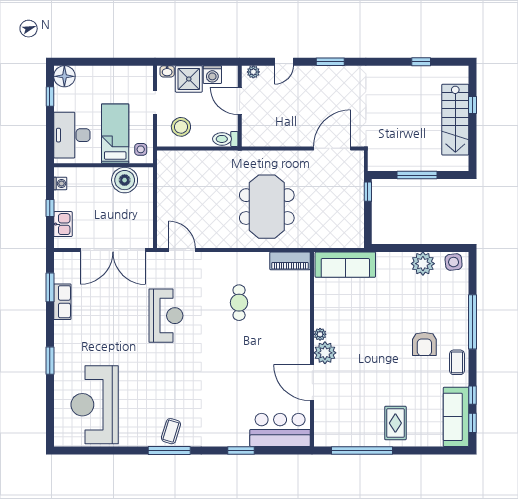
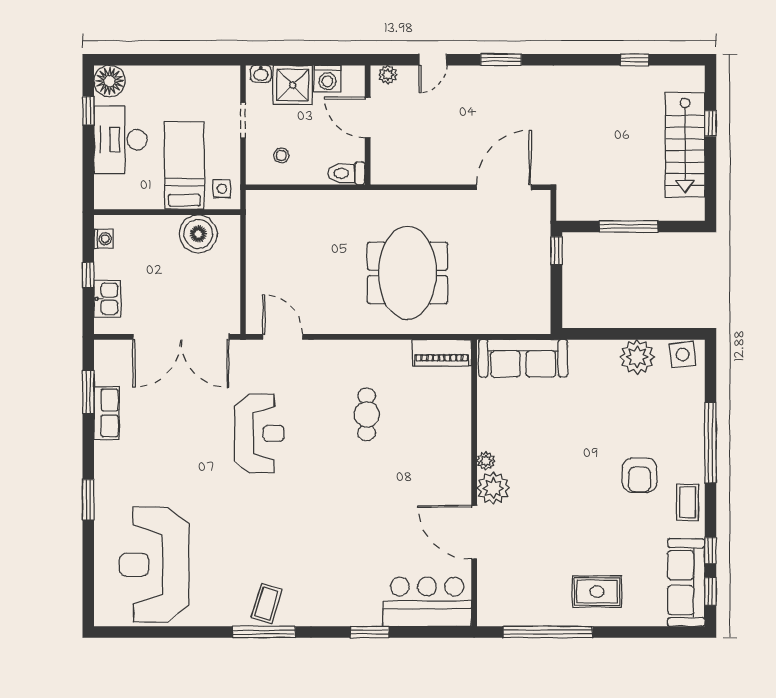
stool: (181, 127) -> (281, 156), width x0.53, depth x0.53
desk: (72, 135) -> (121, 140), moved
rug: (395, 423) -> (597, 592), turned 90

